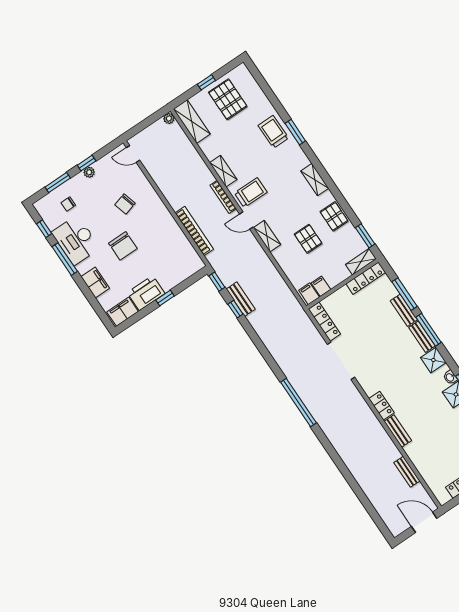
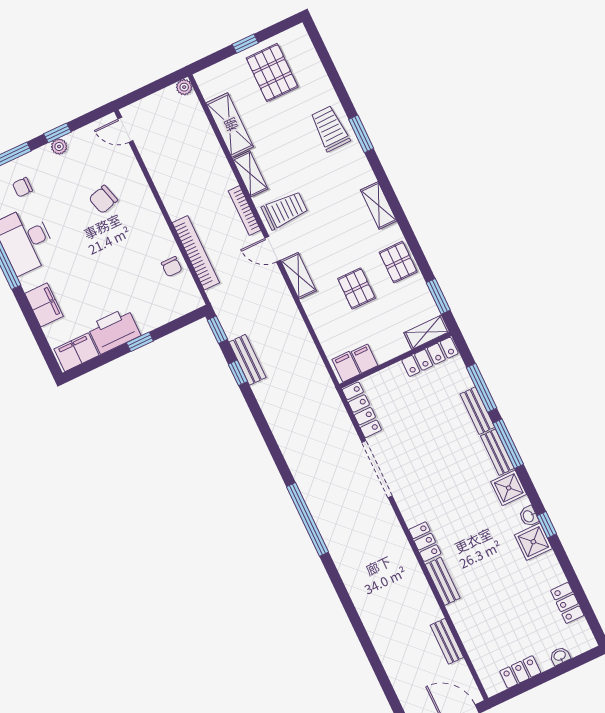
shelving: (192, 122) -> (230, 125), moved
chair: (123, 246) -> (172, 267), moved, width x0.54, depth x0.54

